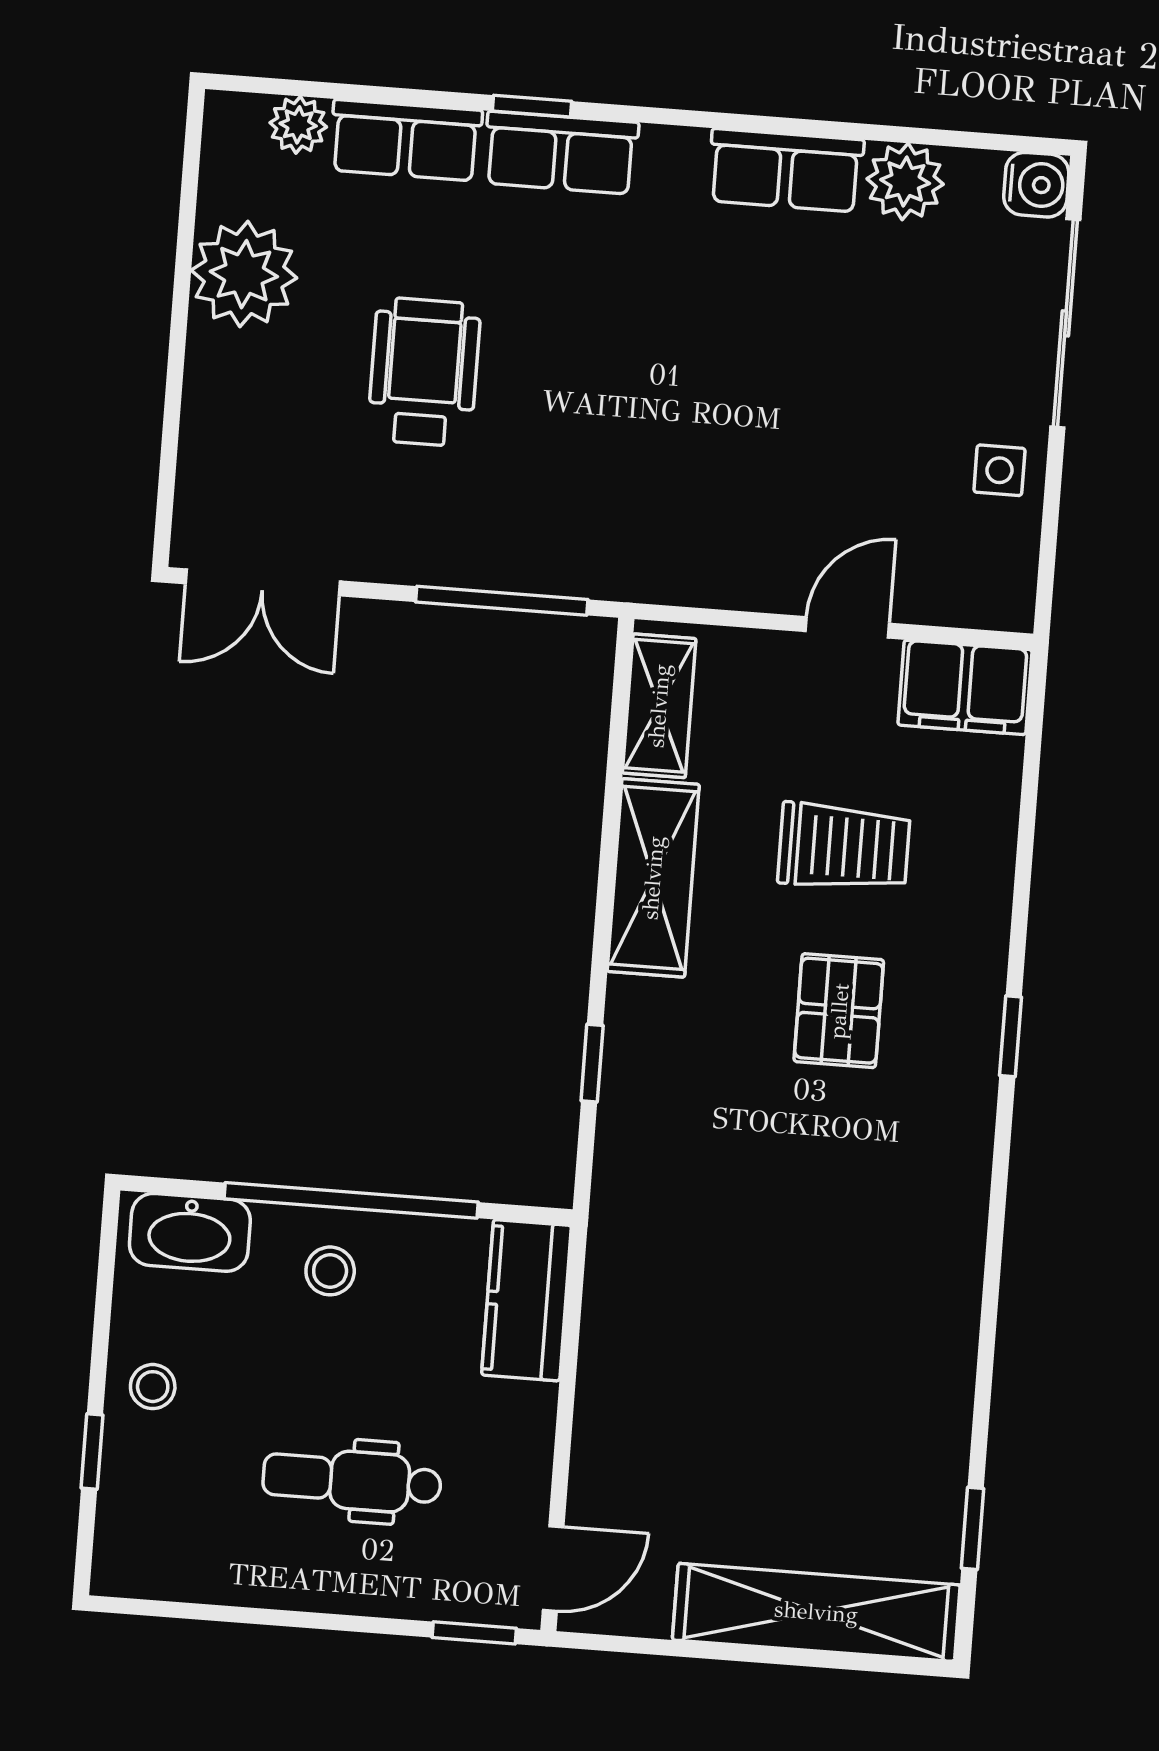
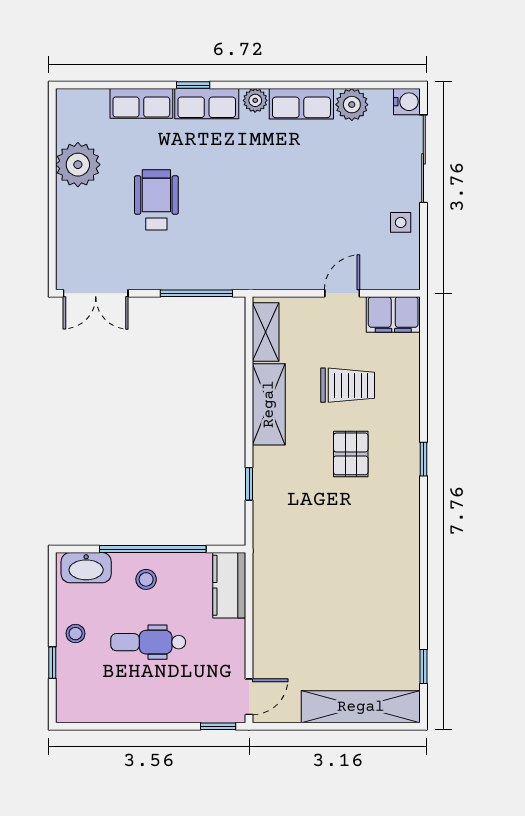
plant: (298, 125) -> (255, 100), moved
dental chair: (352, 1480) -> (148, 642), moved

